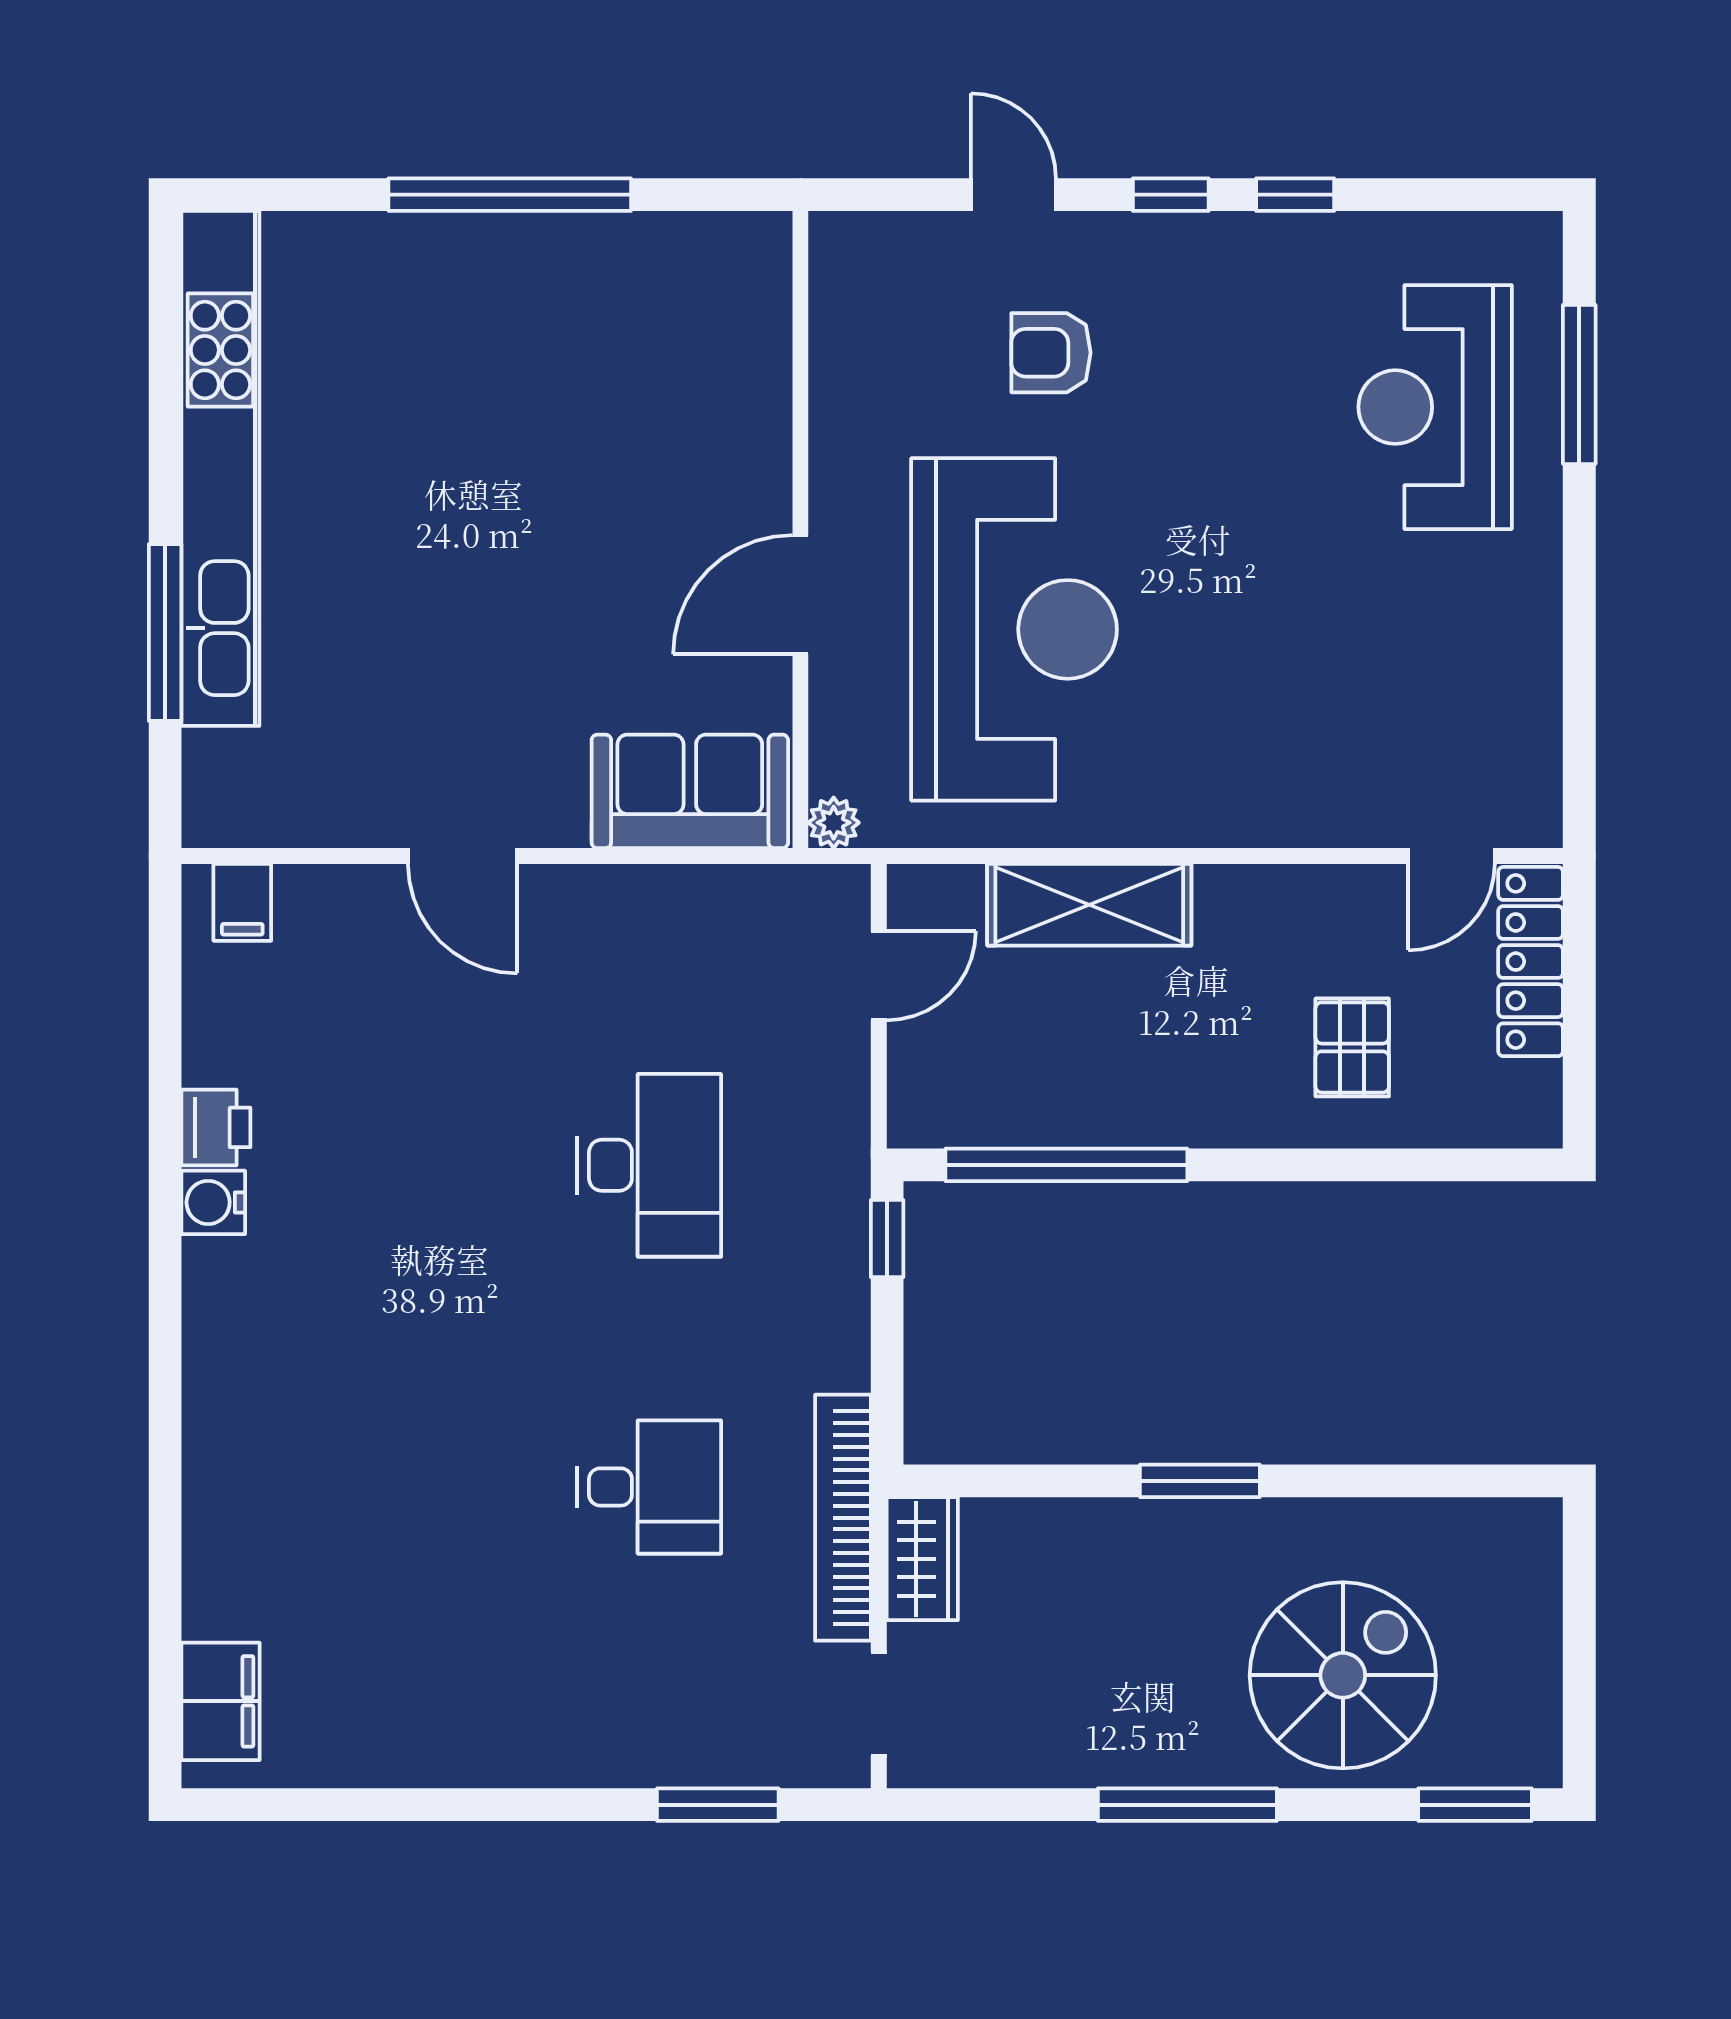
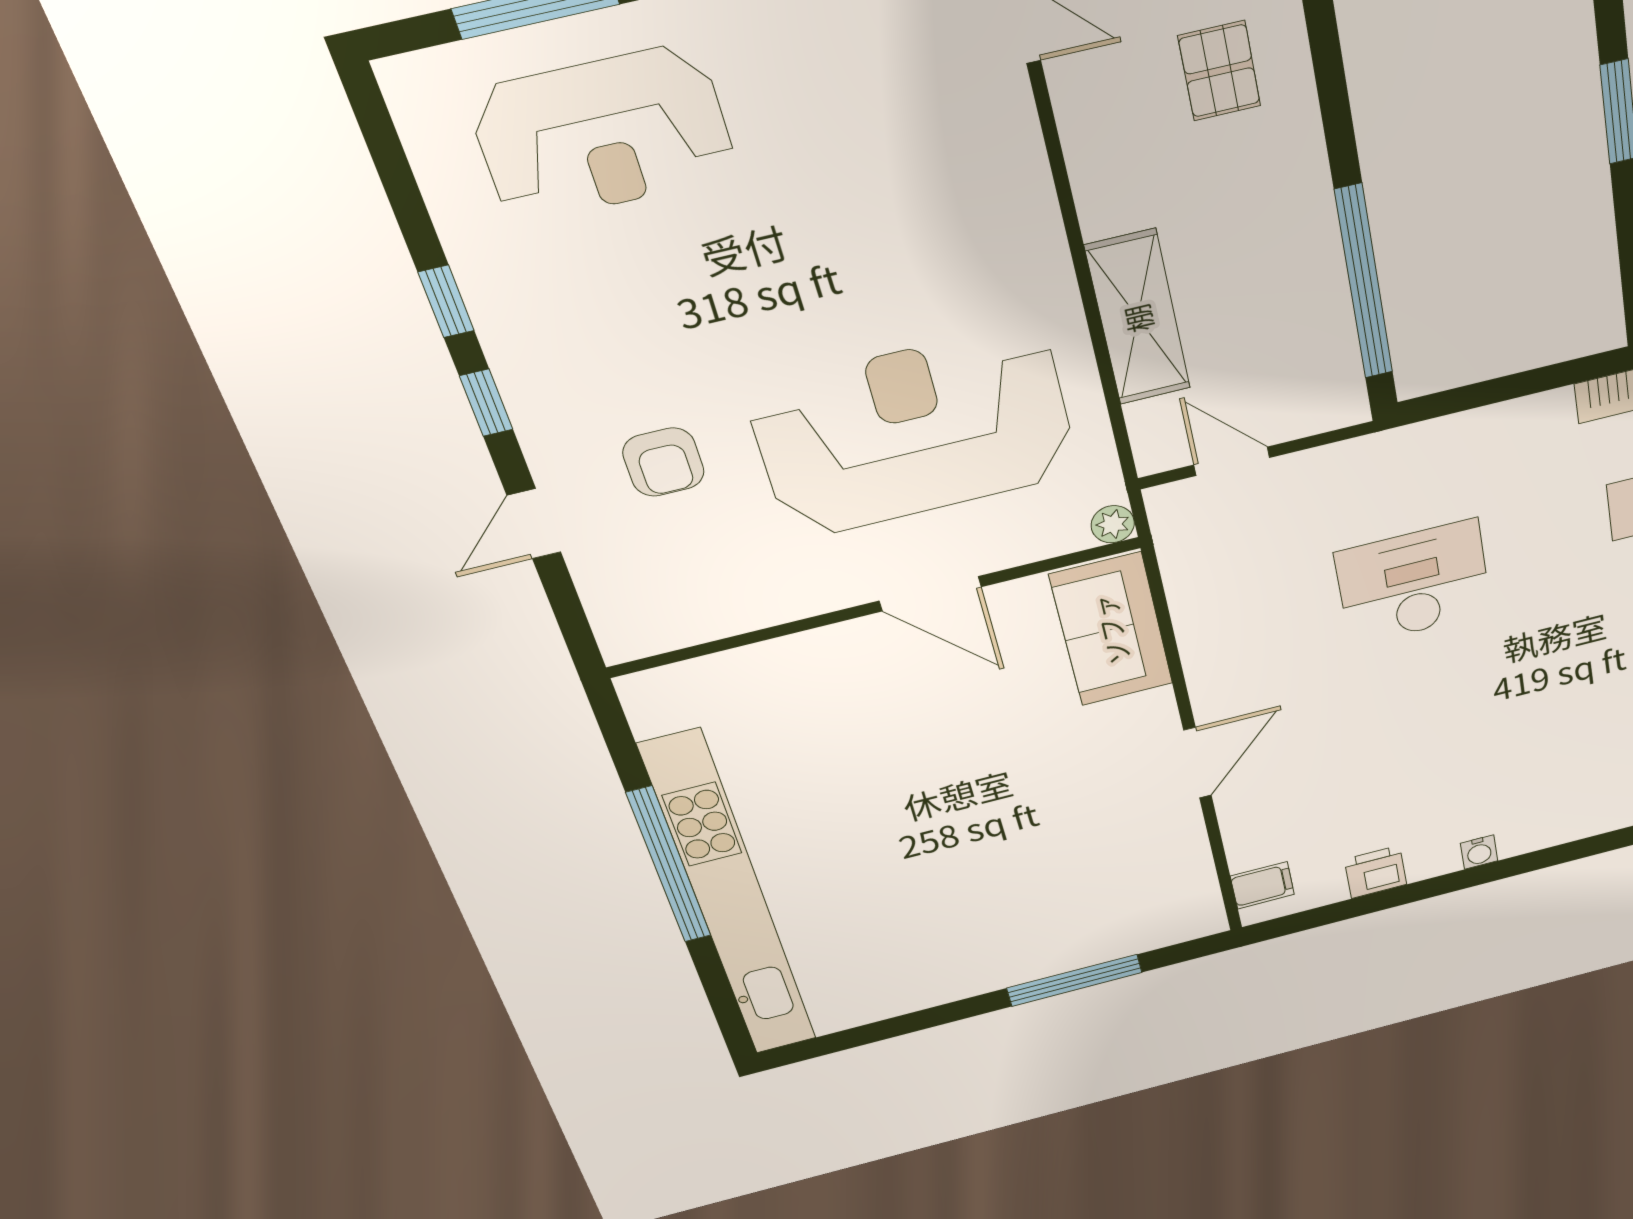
kitchen unit: (220, 468) -> (730, 897), moved, turned 90
pallet: (1352, 1047) -> (1219, 71), turned 90
printer: (216, 1127) -> (1376, 872), moved
water cooler: (213, 1202) -> (1479, 852), width x0.72, depth x0.72
window: (887, 1239) -> (1446, 403), removed

